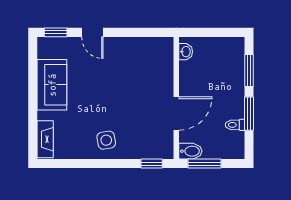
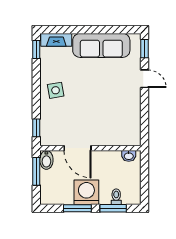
door: (92, 32) -> (145, 79), swing flipped
sofa: (52, 85) -> (101, 45), width x1.36
washing machine: (230, 103) -> (86, 192), added
toilet: (235, 125) -> (116, 197), moved
window: (57, 164) -> (36, 49), added

